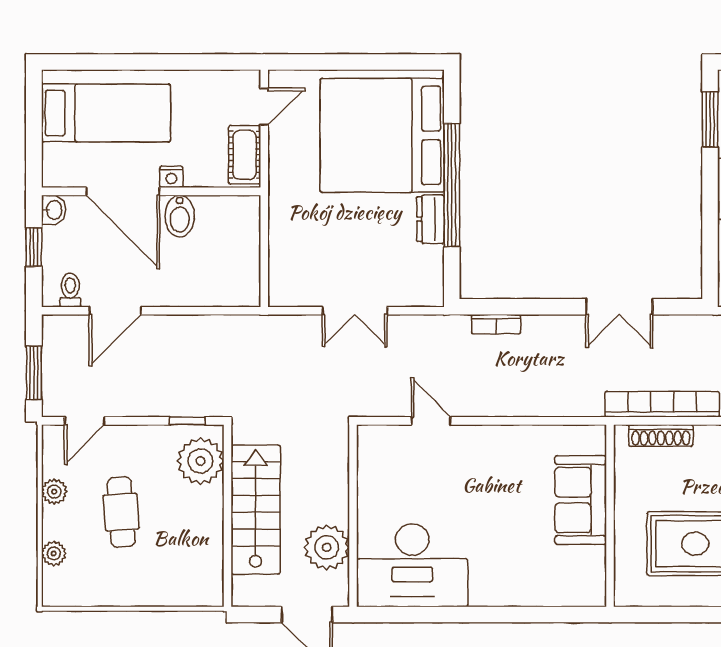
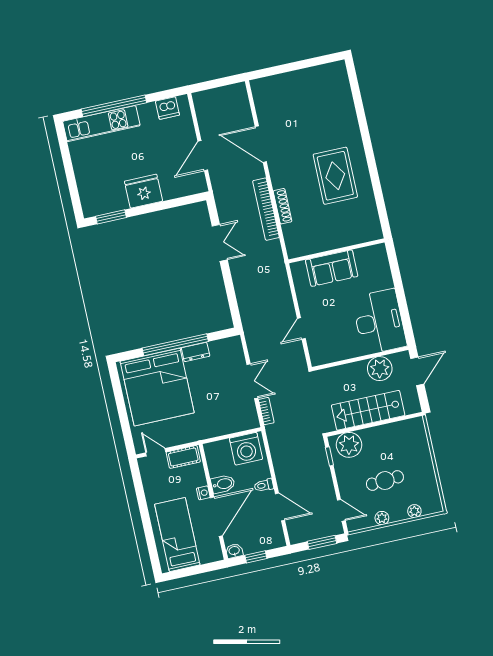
washing machine: (235, 272) -> (246, 449), added
toilet: (70, 290) -> (264, 485), moved
bookcase: (496, 324) -> (266, 411), moved
sofa: (581, 500) -> (332, 268), moved
wall: (610, 516) -> (336, 251), moved

